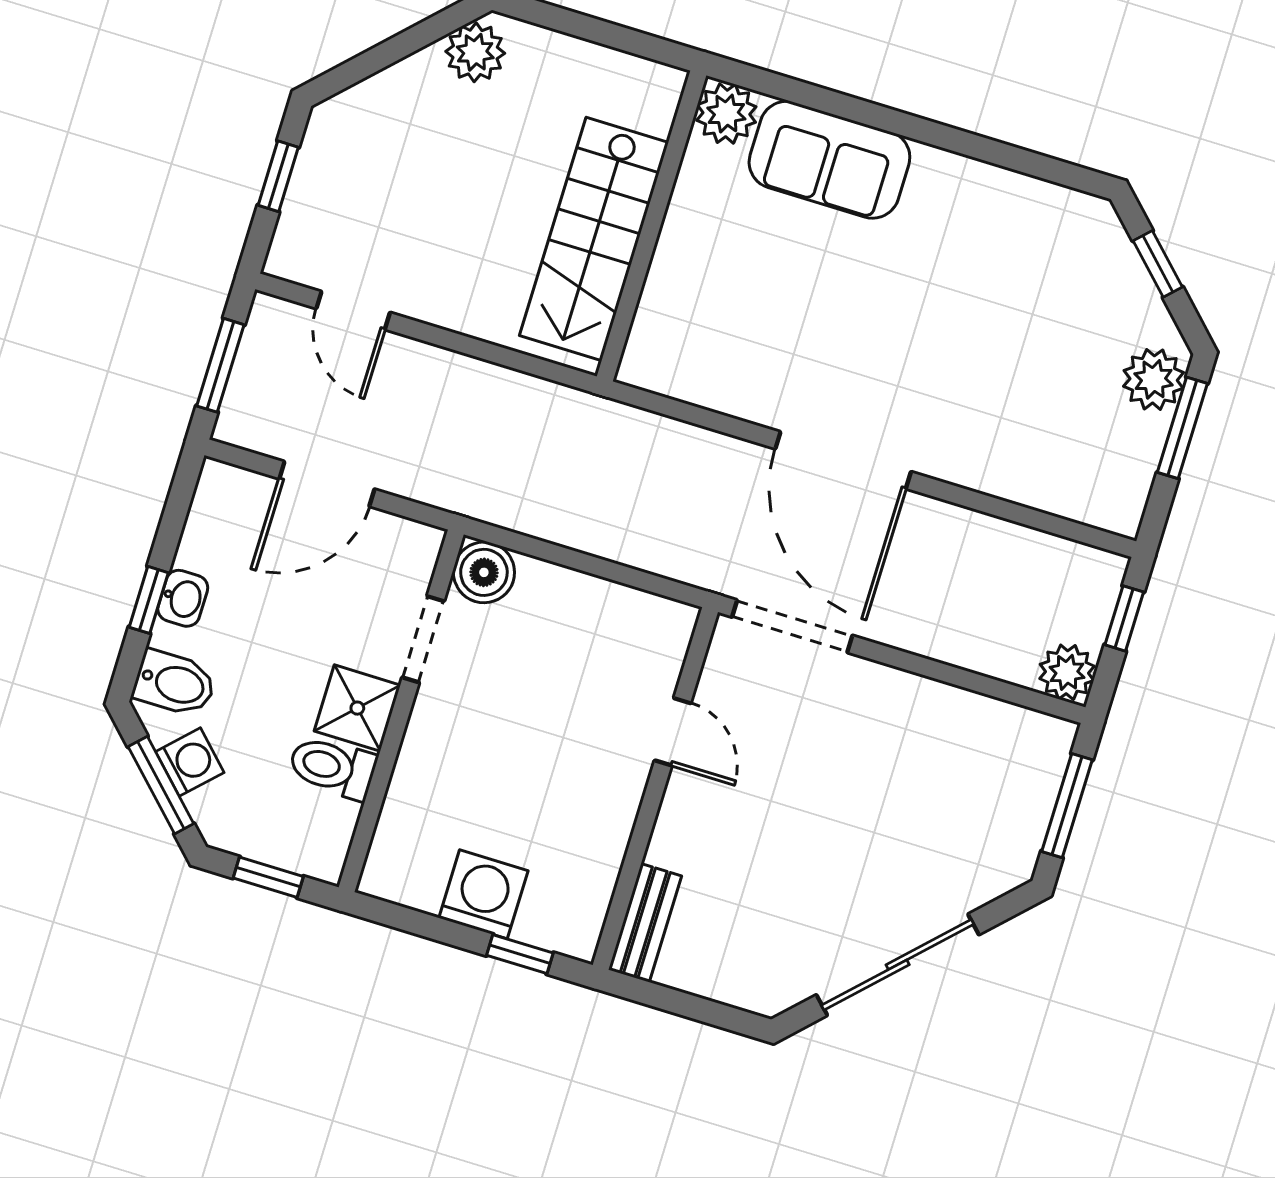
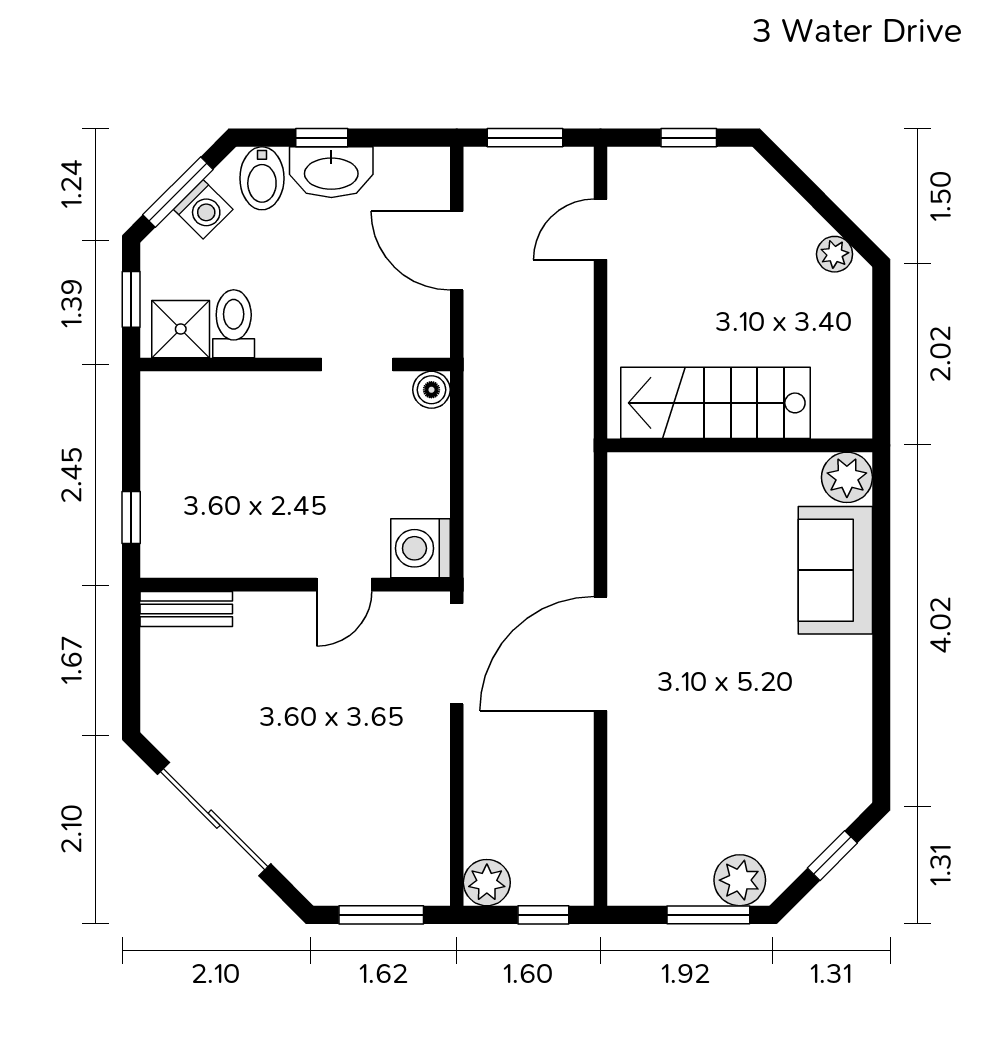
plant: (475, 52) -> (835, 254), width x0.73, depth x0.73
boiler: (484, 572) -> (431, 390), width x0.73, depth x0.73
washbasin: (183, 598) -> (331, 172), width x1.91, depth x1.45
shower: (357, 708) -> (181, 329), moved
washing machine: (483, 894) -> (420, 548), moved, turned 180

